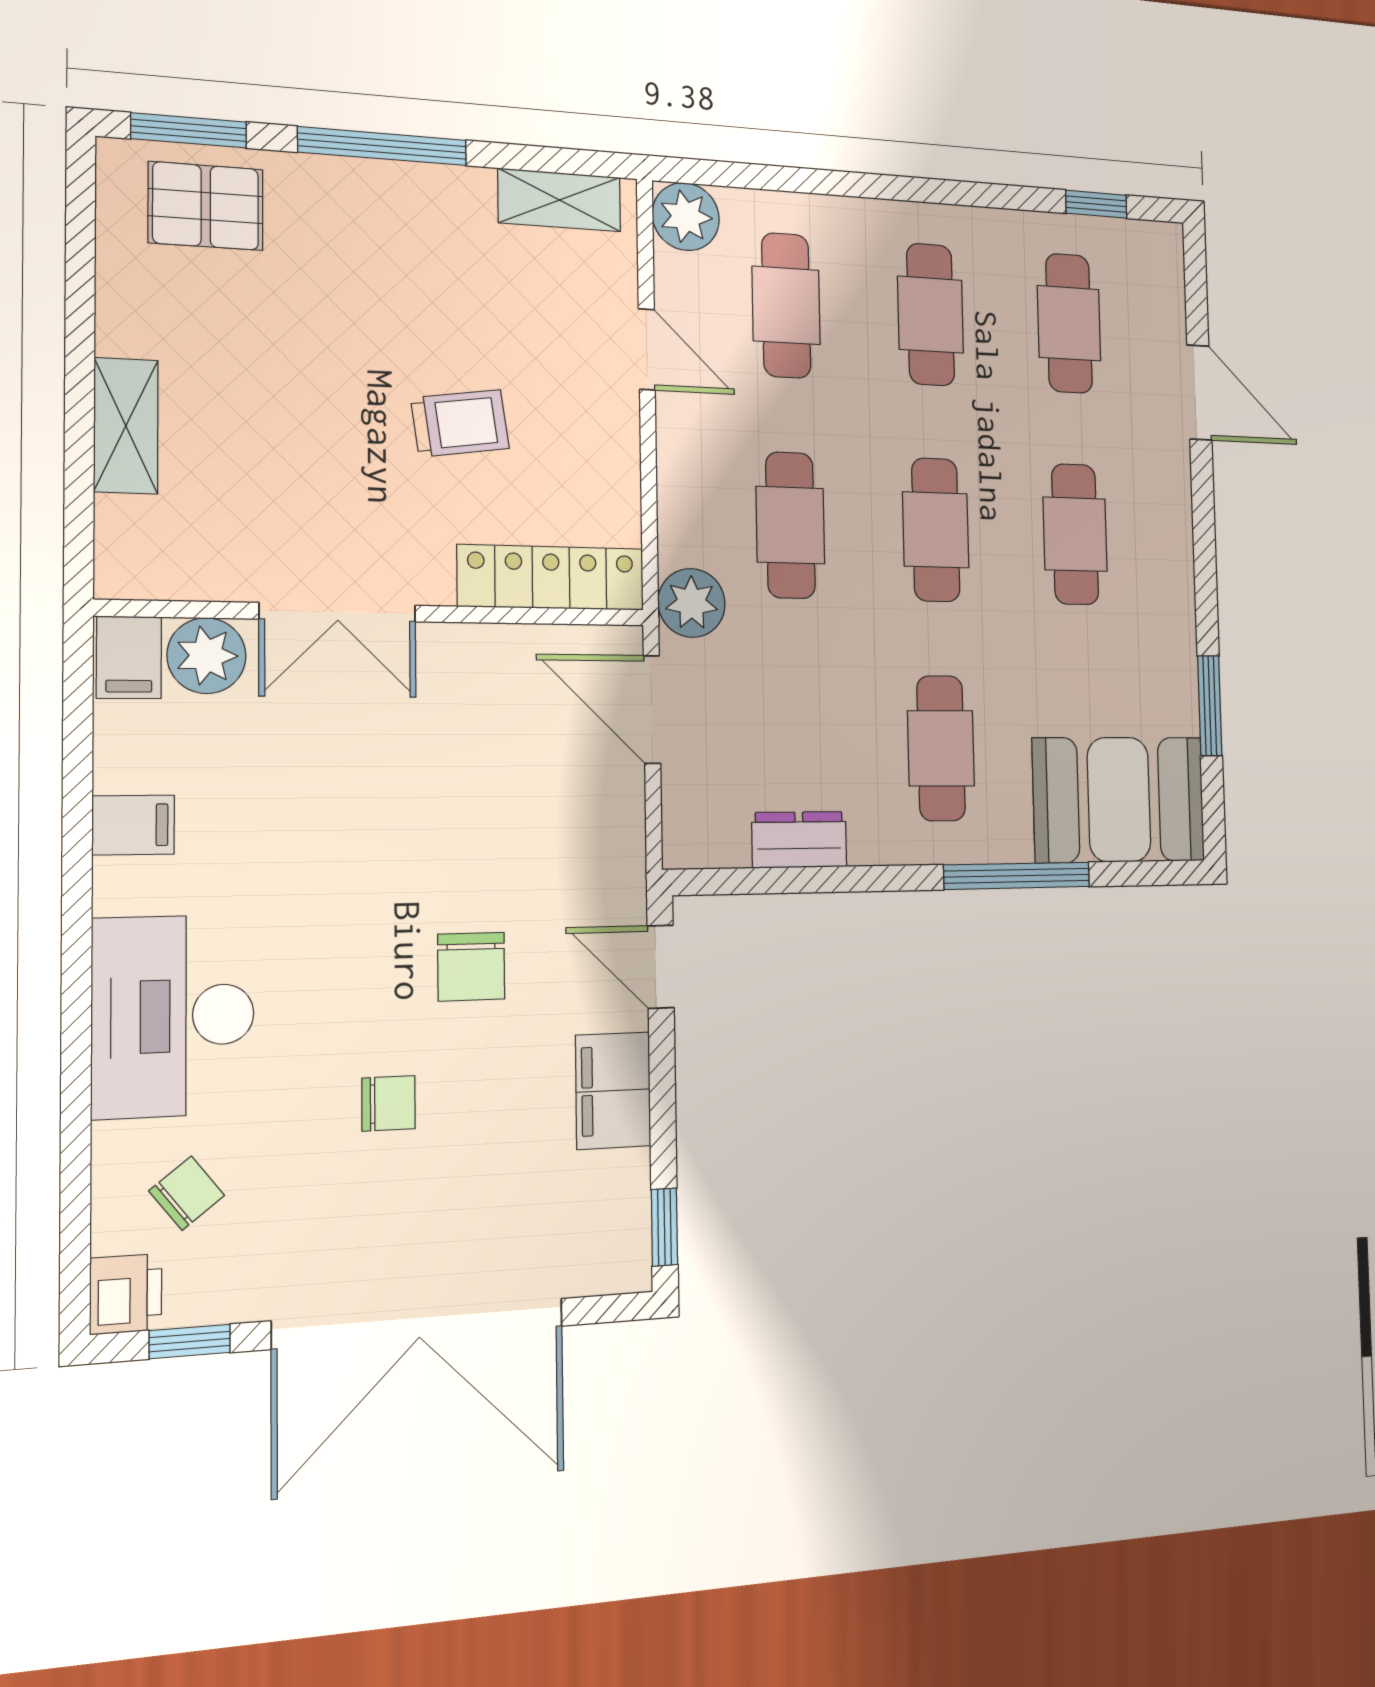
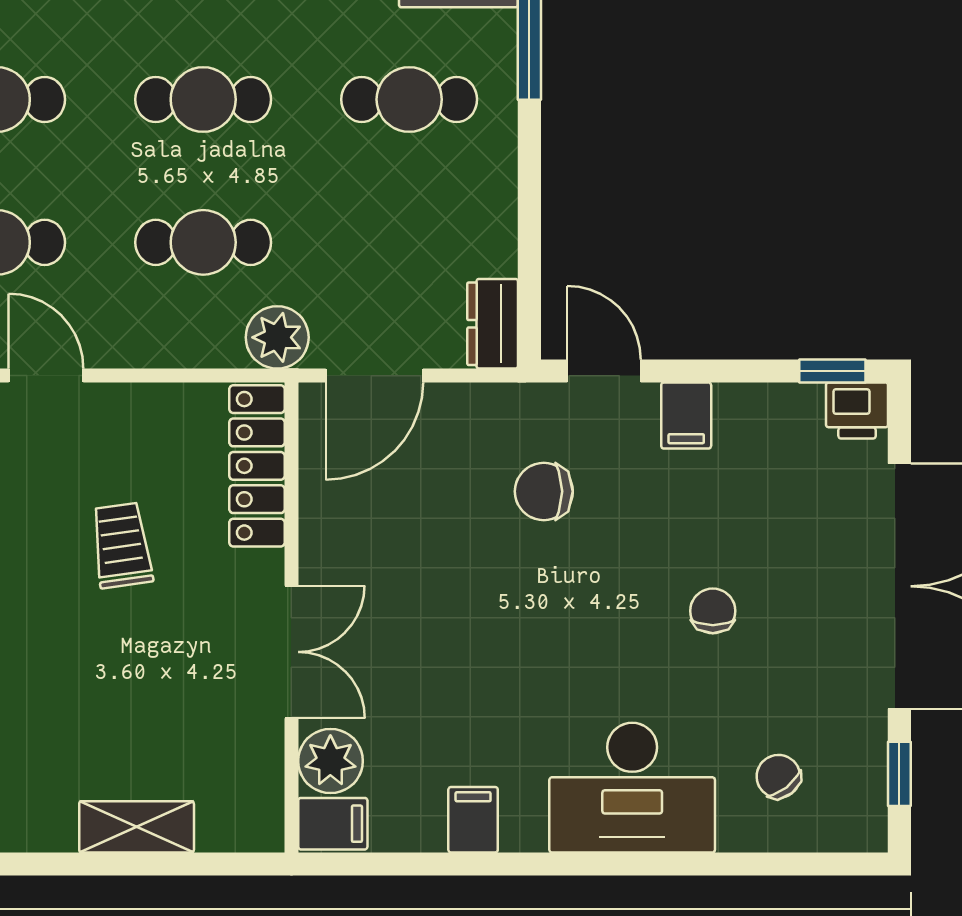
door: (647, 349) -> (46, 376), hinge flipped
dresser: (799, 840) -> (493, 324), moved
chair: (471, 967) -> (544, 491), moved, turned 180
door: (661, 967) -> (604, 371), swing flipped
filing cabinet: (613, 1091) -> (686, 416), width x0.50
printer: (126, 1294) -> (857, 411), moved, turned 180

